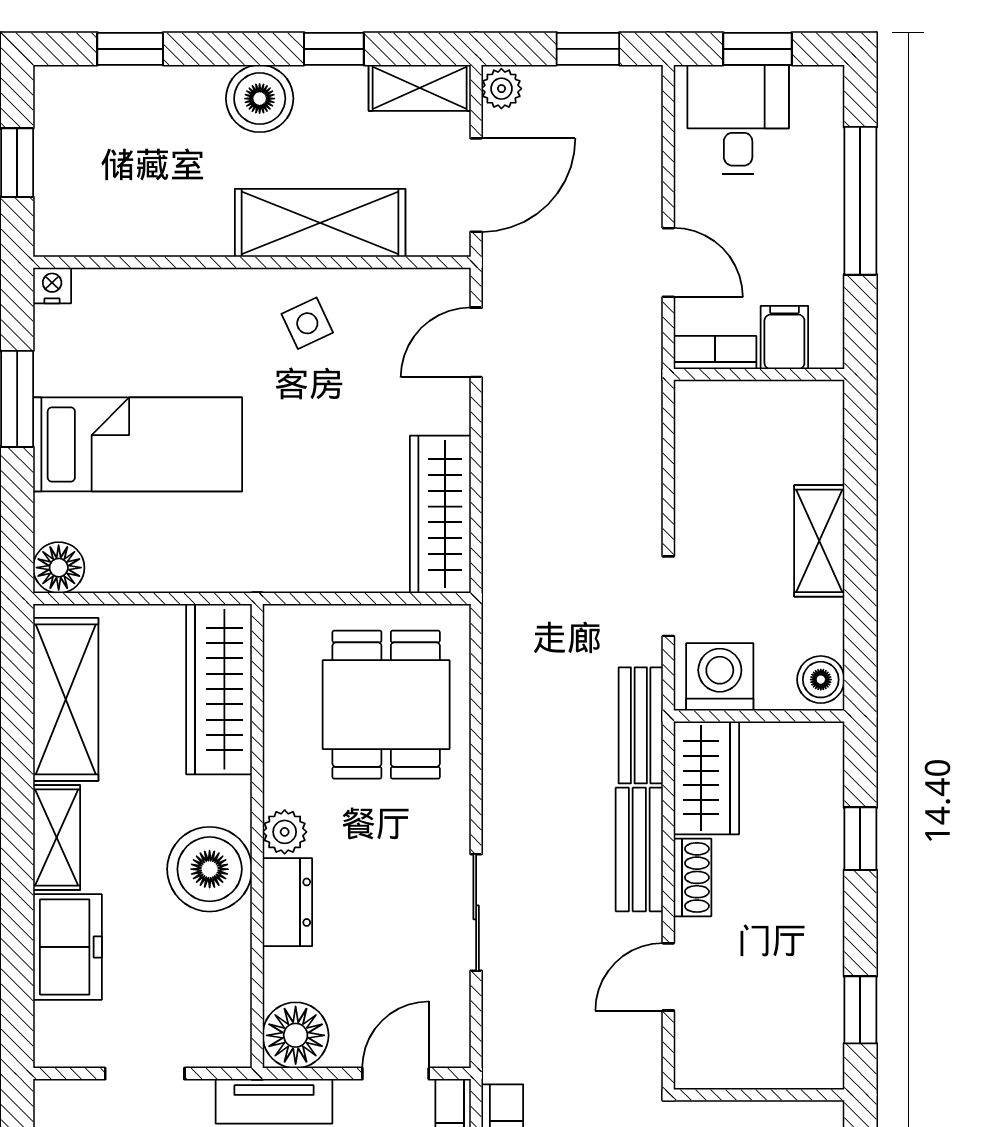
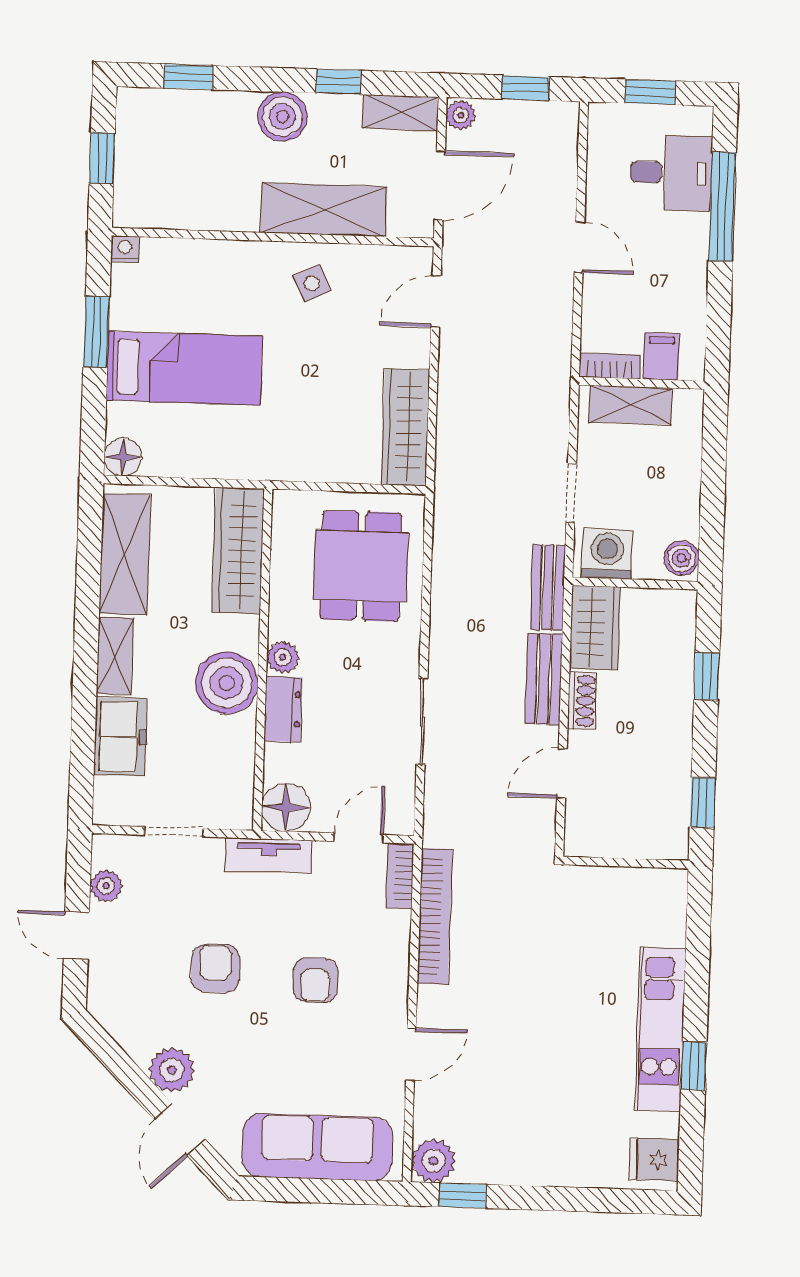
desk: (738, 120) -> (671, 173), moved, turned 90
filing cabinet: (784, 337) -> (661, 356), moved
bookcase: (715, 352) -> (610, 366), moved
wall: (759, 374) -> (642, 383), moved
shelving: (819, 541) -> (631, 405), moved, turned 90

